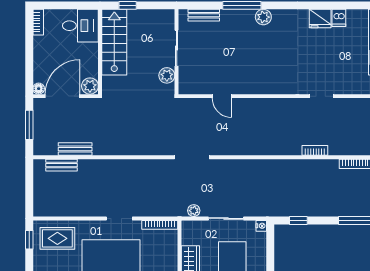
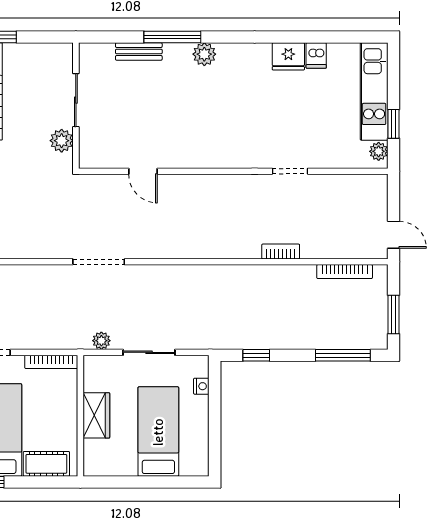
bench: (204, 15) -> (139, 51), moved
nightstand: (261, 226) -> (201, 386), moved

